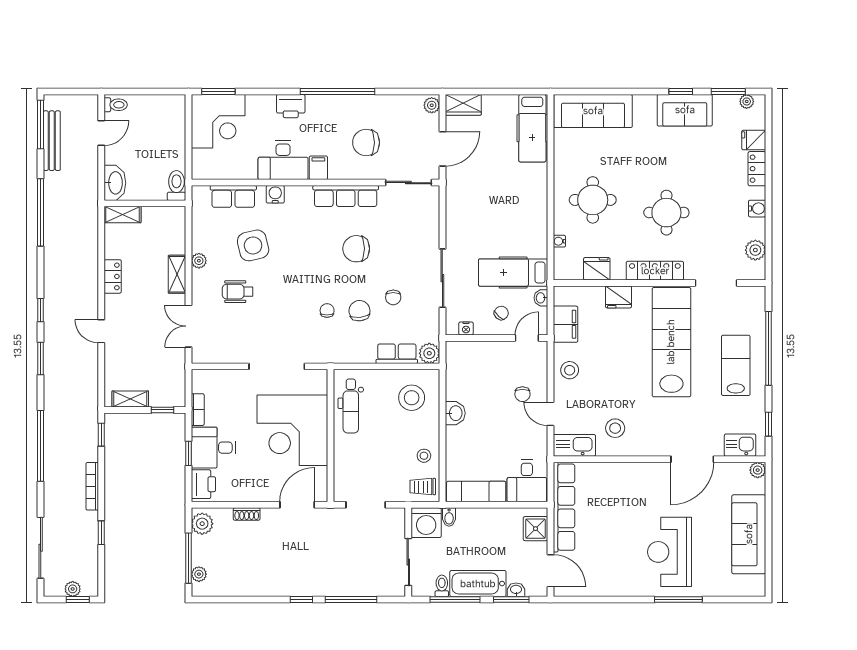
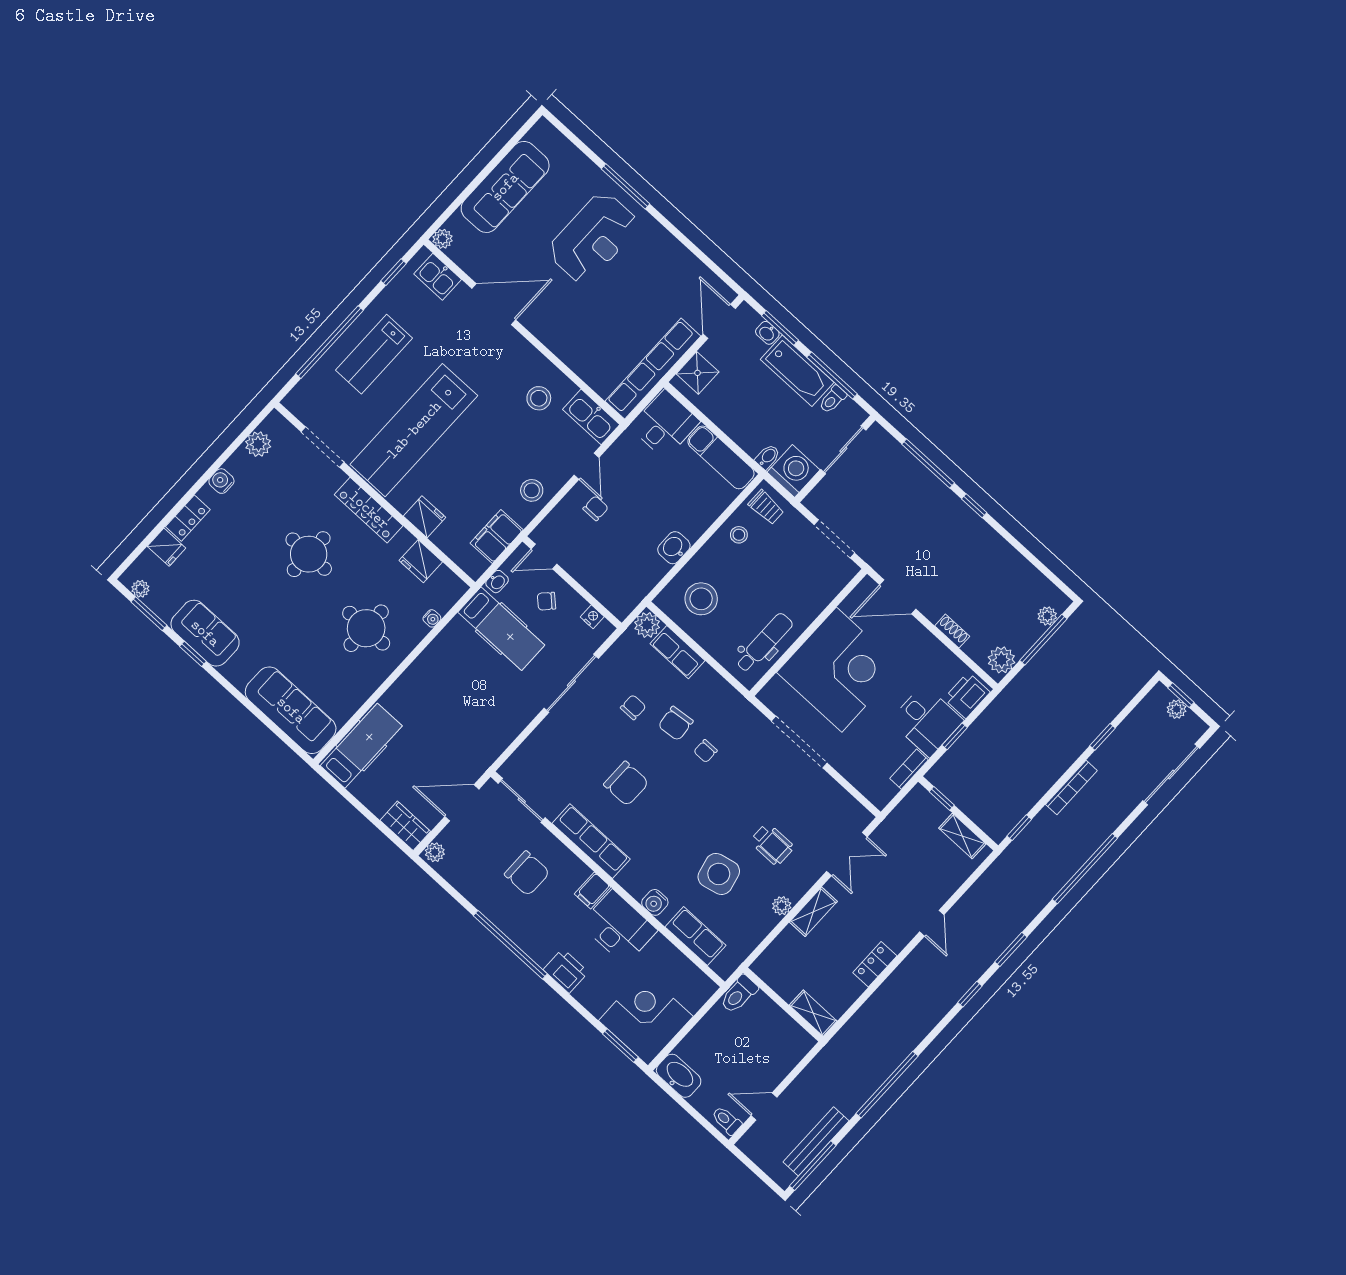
washbasin: (115, 183) -> (679, 1076), moved, turned 90

